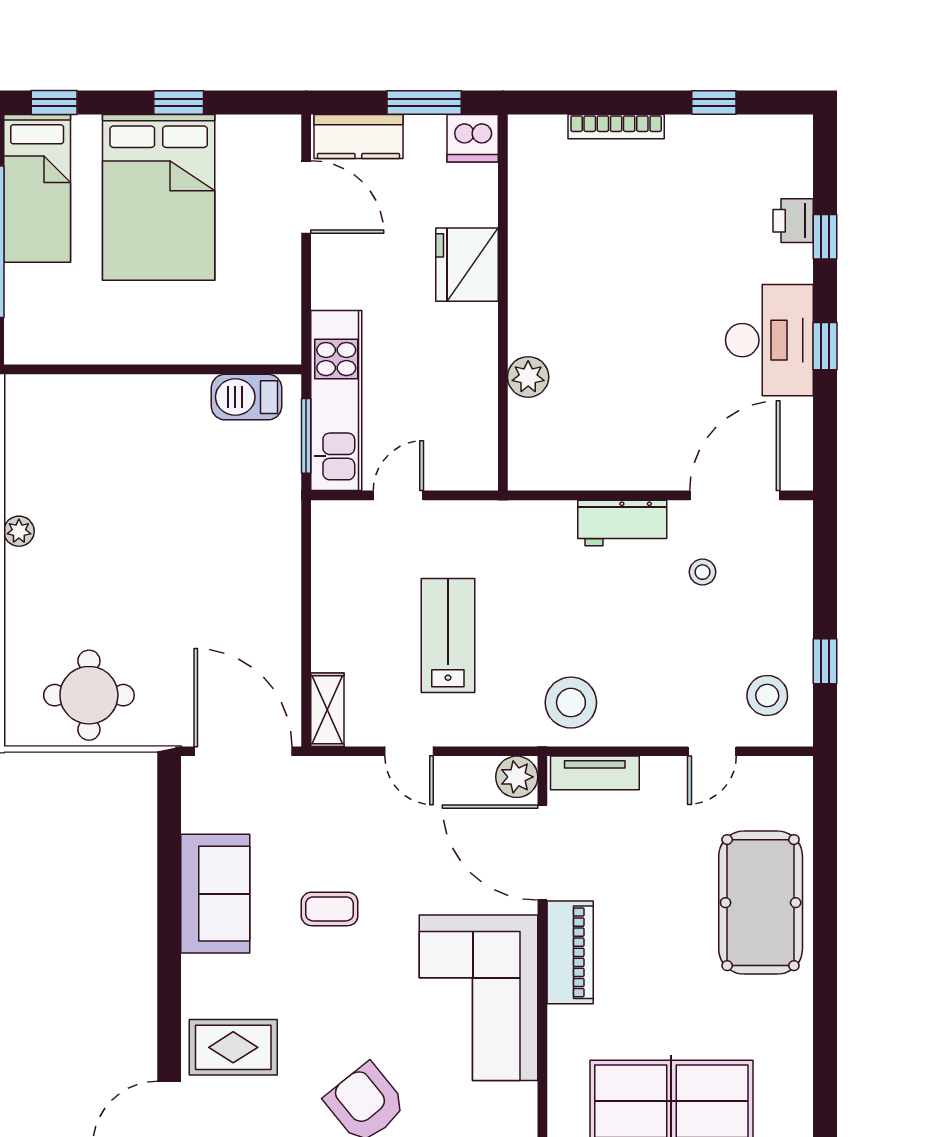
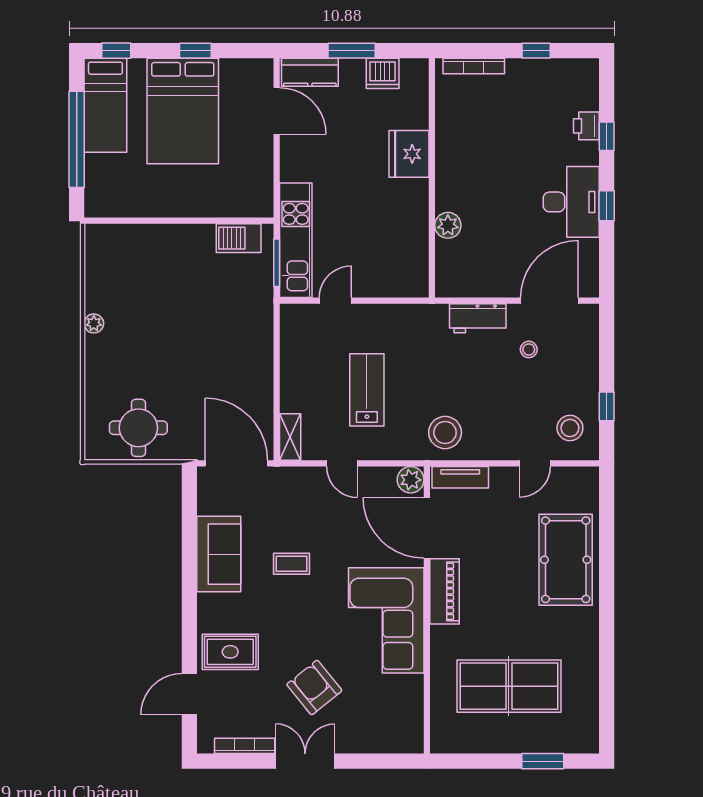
fridge: (467, 265) -> (409, 154), moved
wall: (503, 302) -> (432, 178), moved
plant: (528, 377) -> (448, 225), moved

